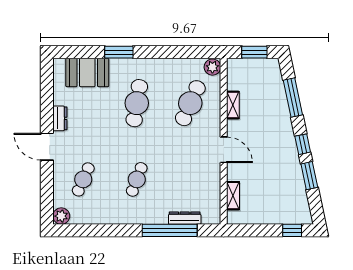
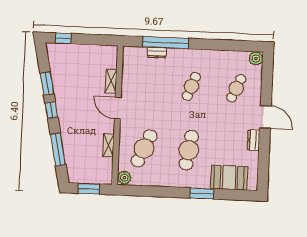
shelving: (233, 196) -> (111, 81), moved
dresser: (185, 218) -> (157, 53), width x0.70

